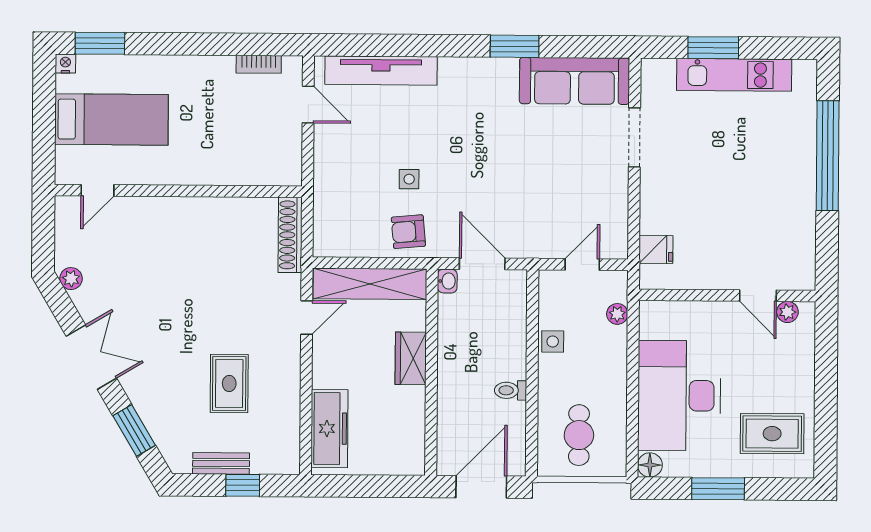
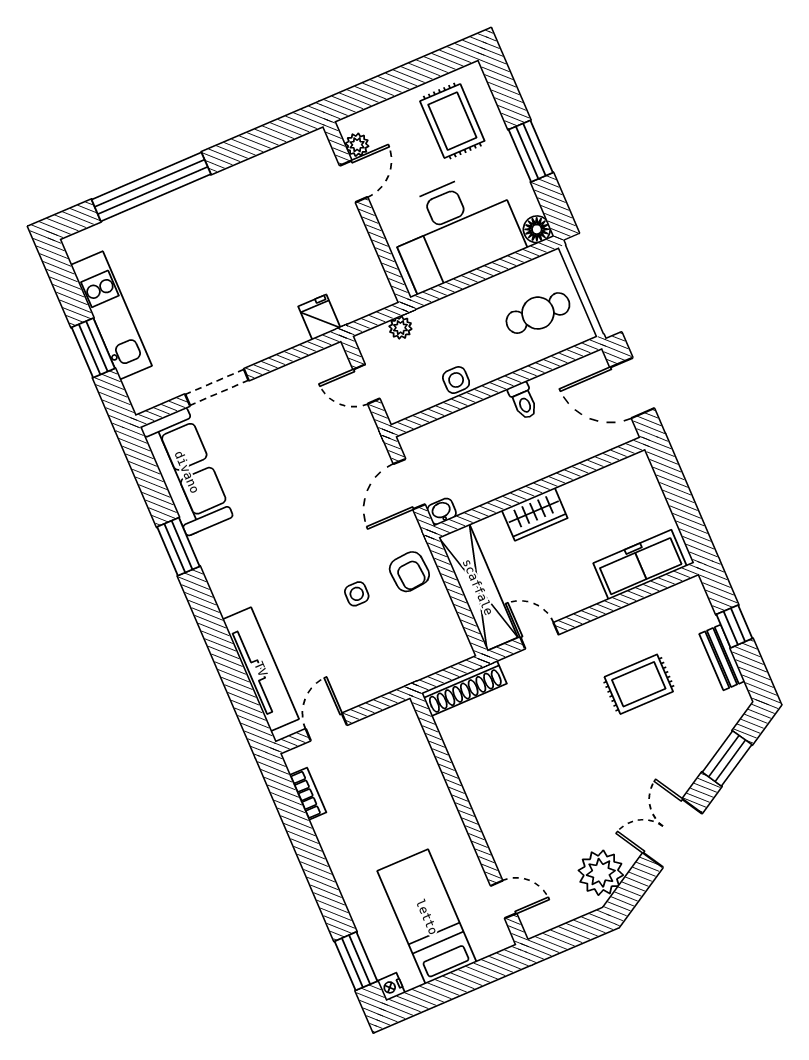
plant: (71, 279) -> (601, 873), width x1.88, depth x1.88
wall: (727, 295) -> (367, 212), moved
door: (758, 296) -> (354, 181), moved
plant: (787, 312) -> (357, 145), moved

